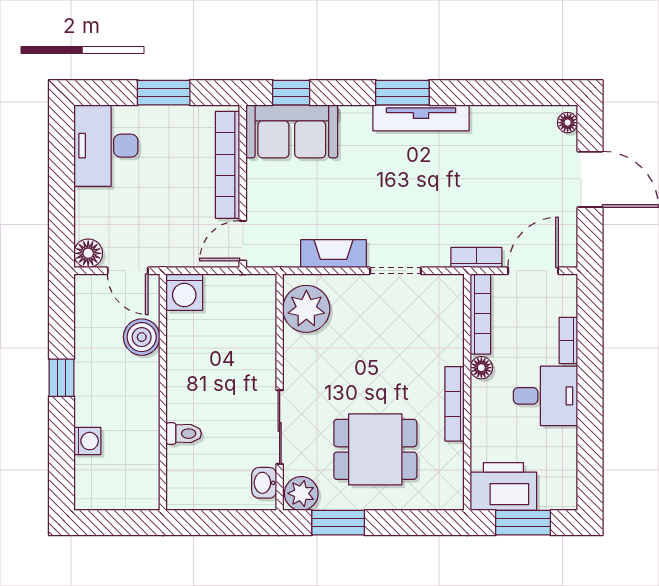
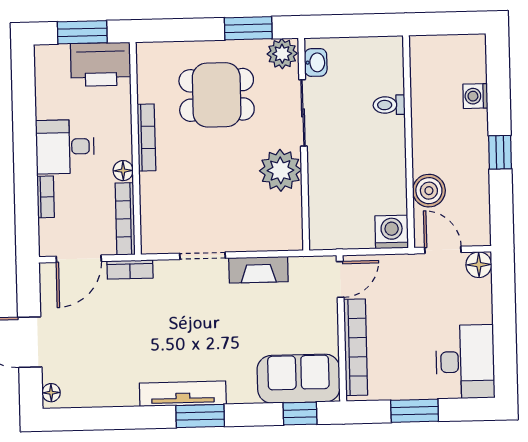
plant: (306, 309) -> (280, 170), moved

